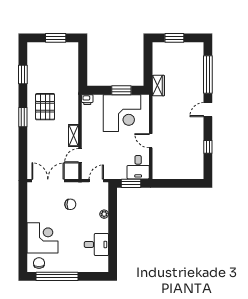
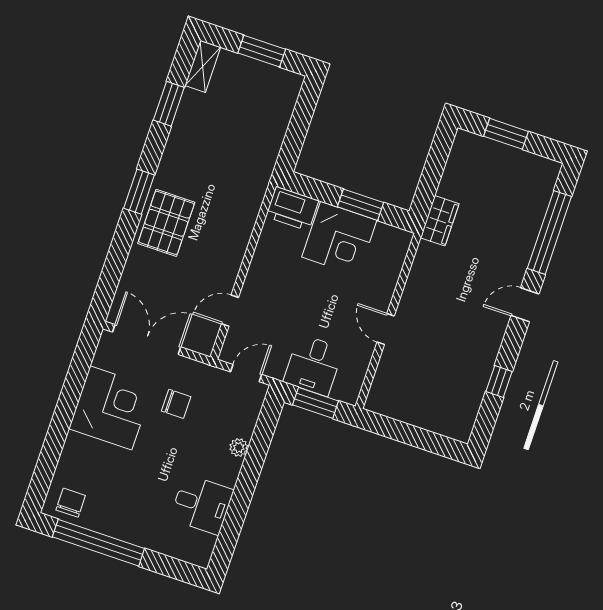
printer: (87, 100) -> (292, 209), width x1.87, depth x1.48
pallet: (45, 107) -> (166, 223), moved
corner desk: (122, 113) -> (339, 239), width x0.74, depth x0.74
shelving: (74, 135) -> (203, 66), moved
desk: (138, 167) -> (313, 365), moved
corner desk: (42, 238) -> (111, 408), moved

